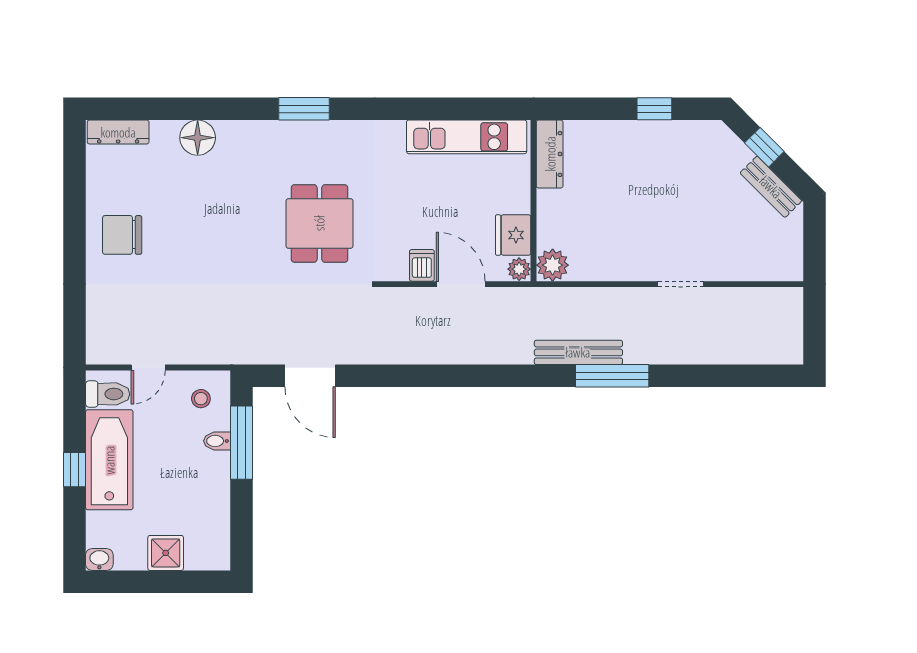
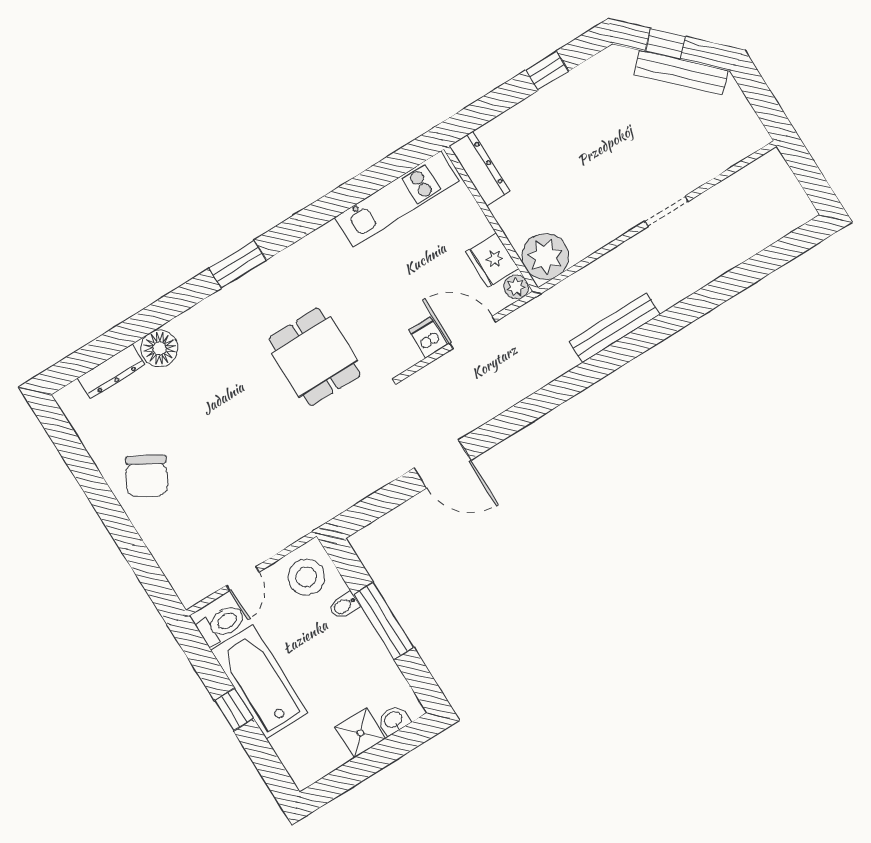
dresser: (118, 132) -> (111, 371), moved
bench: (771, 187) -> (681, 73), width x1.36
chair: (122, 235) -> (147, 476), turned -60
plant: (553, 265) -> (545, 256), width x1.36, depth x1.36
door: (310, 376) -> (442, 464), moved
window: (612, 376) -> (657, 330), removed
stool: (201, 399) -> (306, 577), width x1.89, depth x1.89
window: (241, 443) -> (383, 621), moved
washbasin: (99, 559) -> (394, 720), moved

